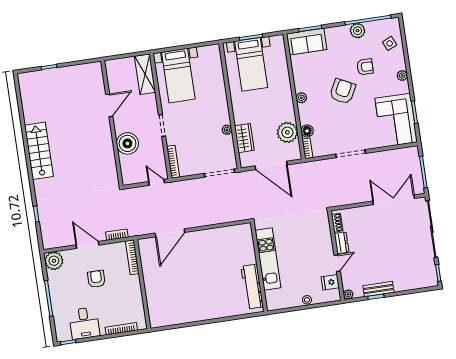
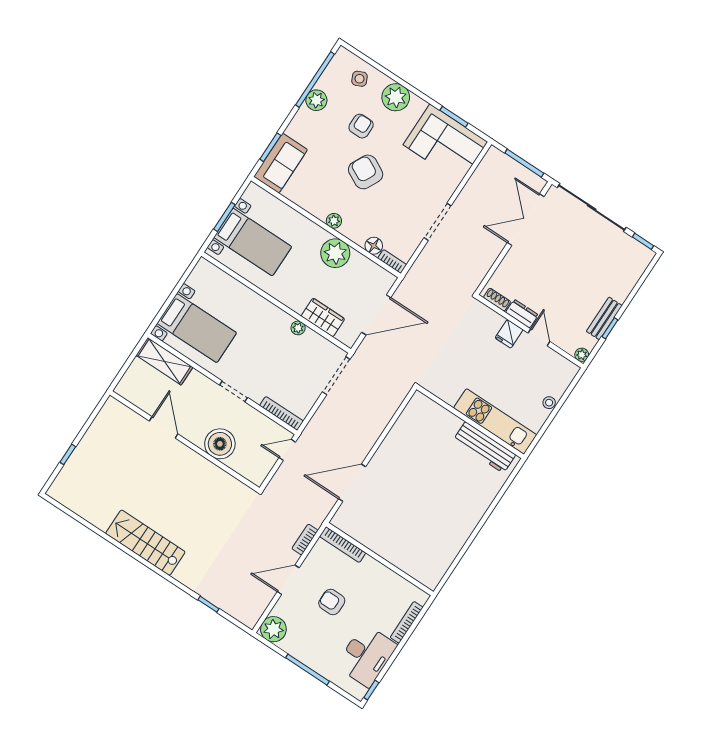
plant: (402, 76) -> (396, 97), width x1.88, depth x1.88
plant: (287, 132) -> (335, 253), moved
door: (170, 233) -> (352, 483), swing flipped
kitchen unit: (268, 259) -> (495, 421), moved
fridge: (330, 282) -> (509, 334), moved
desk: (84, 323) -> (366, 656), width x1.37

